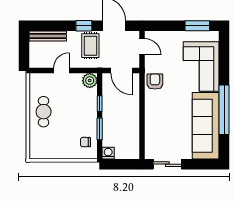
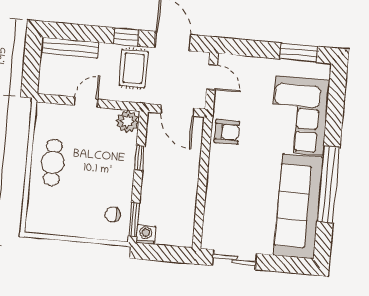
armchair: (155, 82) -> (227, 132), turned 90
window: (100, 129) -> (134, 219), moved

